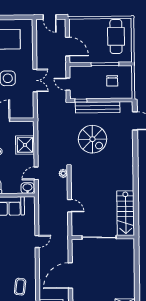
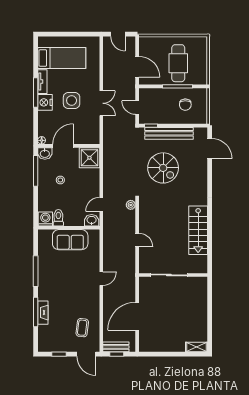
cafe table: (116, 36) -> (178, 63), moved
shower: (25, 145) -> (89, 158), moved
stairs: (126, 213) -> (198, 230), moved

